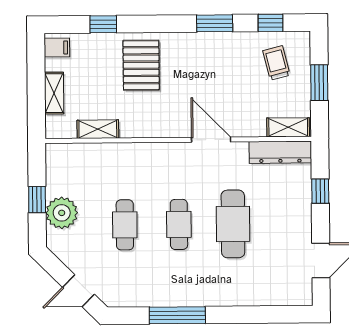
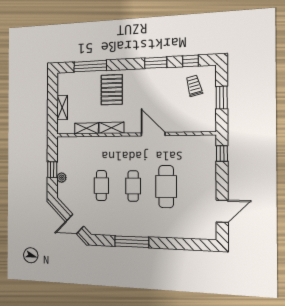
window: (103, 24) -> (90, 66), width x2.17
filing cabinet: (57, 48) -> (64, 81), removed
shelving: (288, 127) -> (111, 128), moved
dresser: (280, 152) -> (196, 142), removed
window: (320, 191) -> (222, 153), moved
plant: (62, 213) -> (62, 178), width x0.53, depth x0.53

